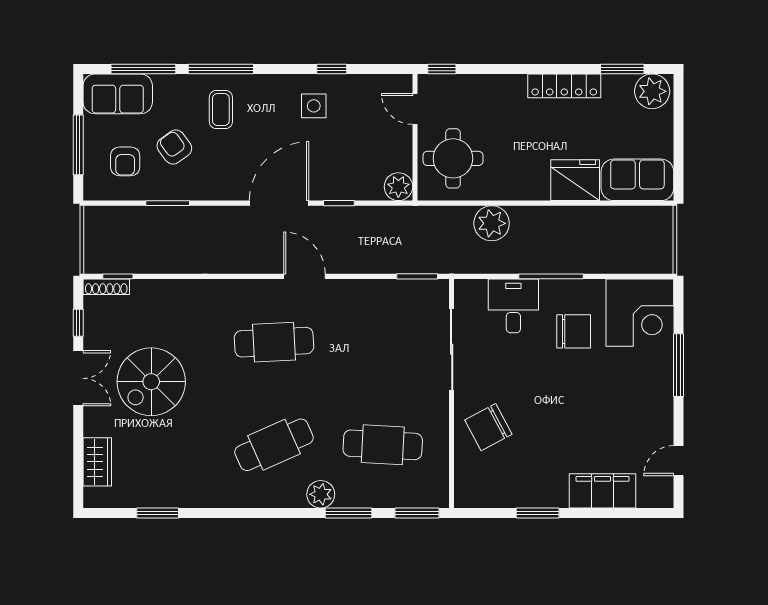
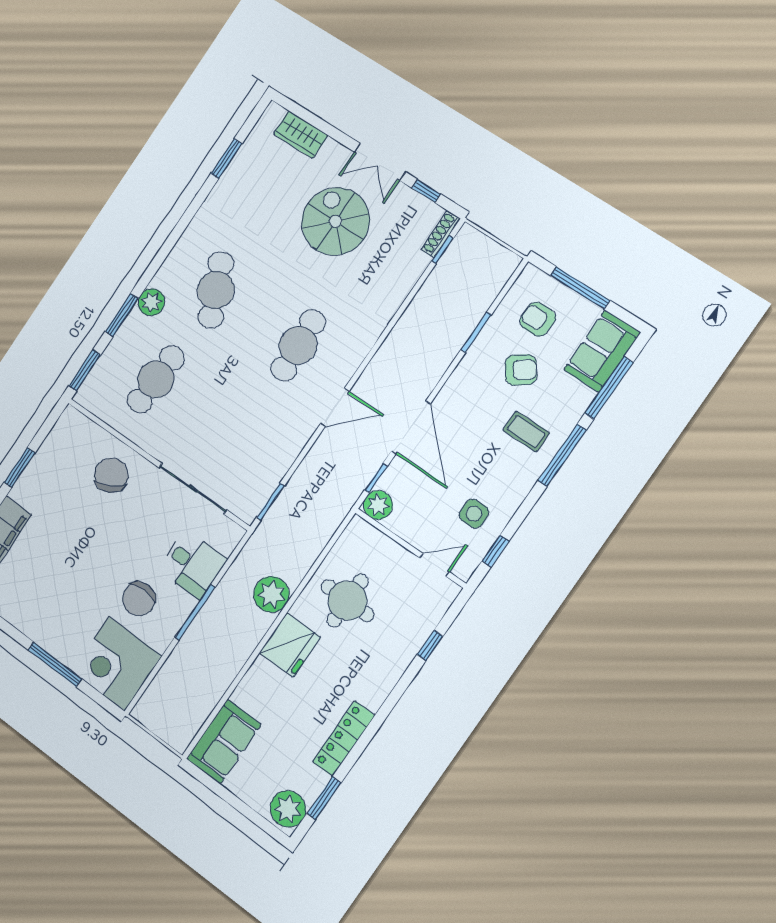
door: (415, 109) -> (435, 565), moved
wall: (415, 137) -> (410, 548), moved
fridge: (575, 180) -> (290, 645), moved
plant: (398, 187) -> (378, 505), moved

